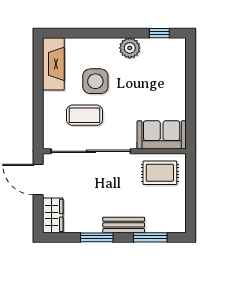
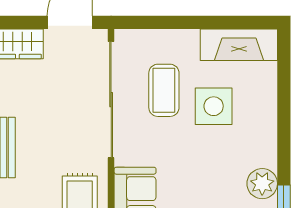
plant: (130, 48) -> (262, 184), moved

